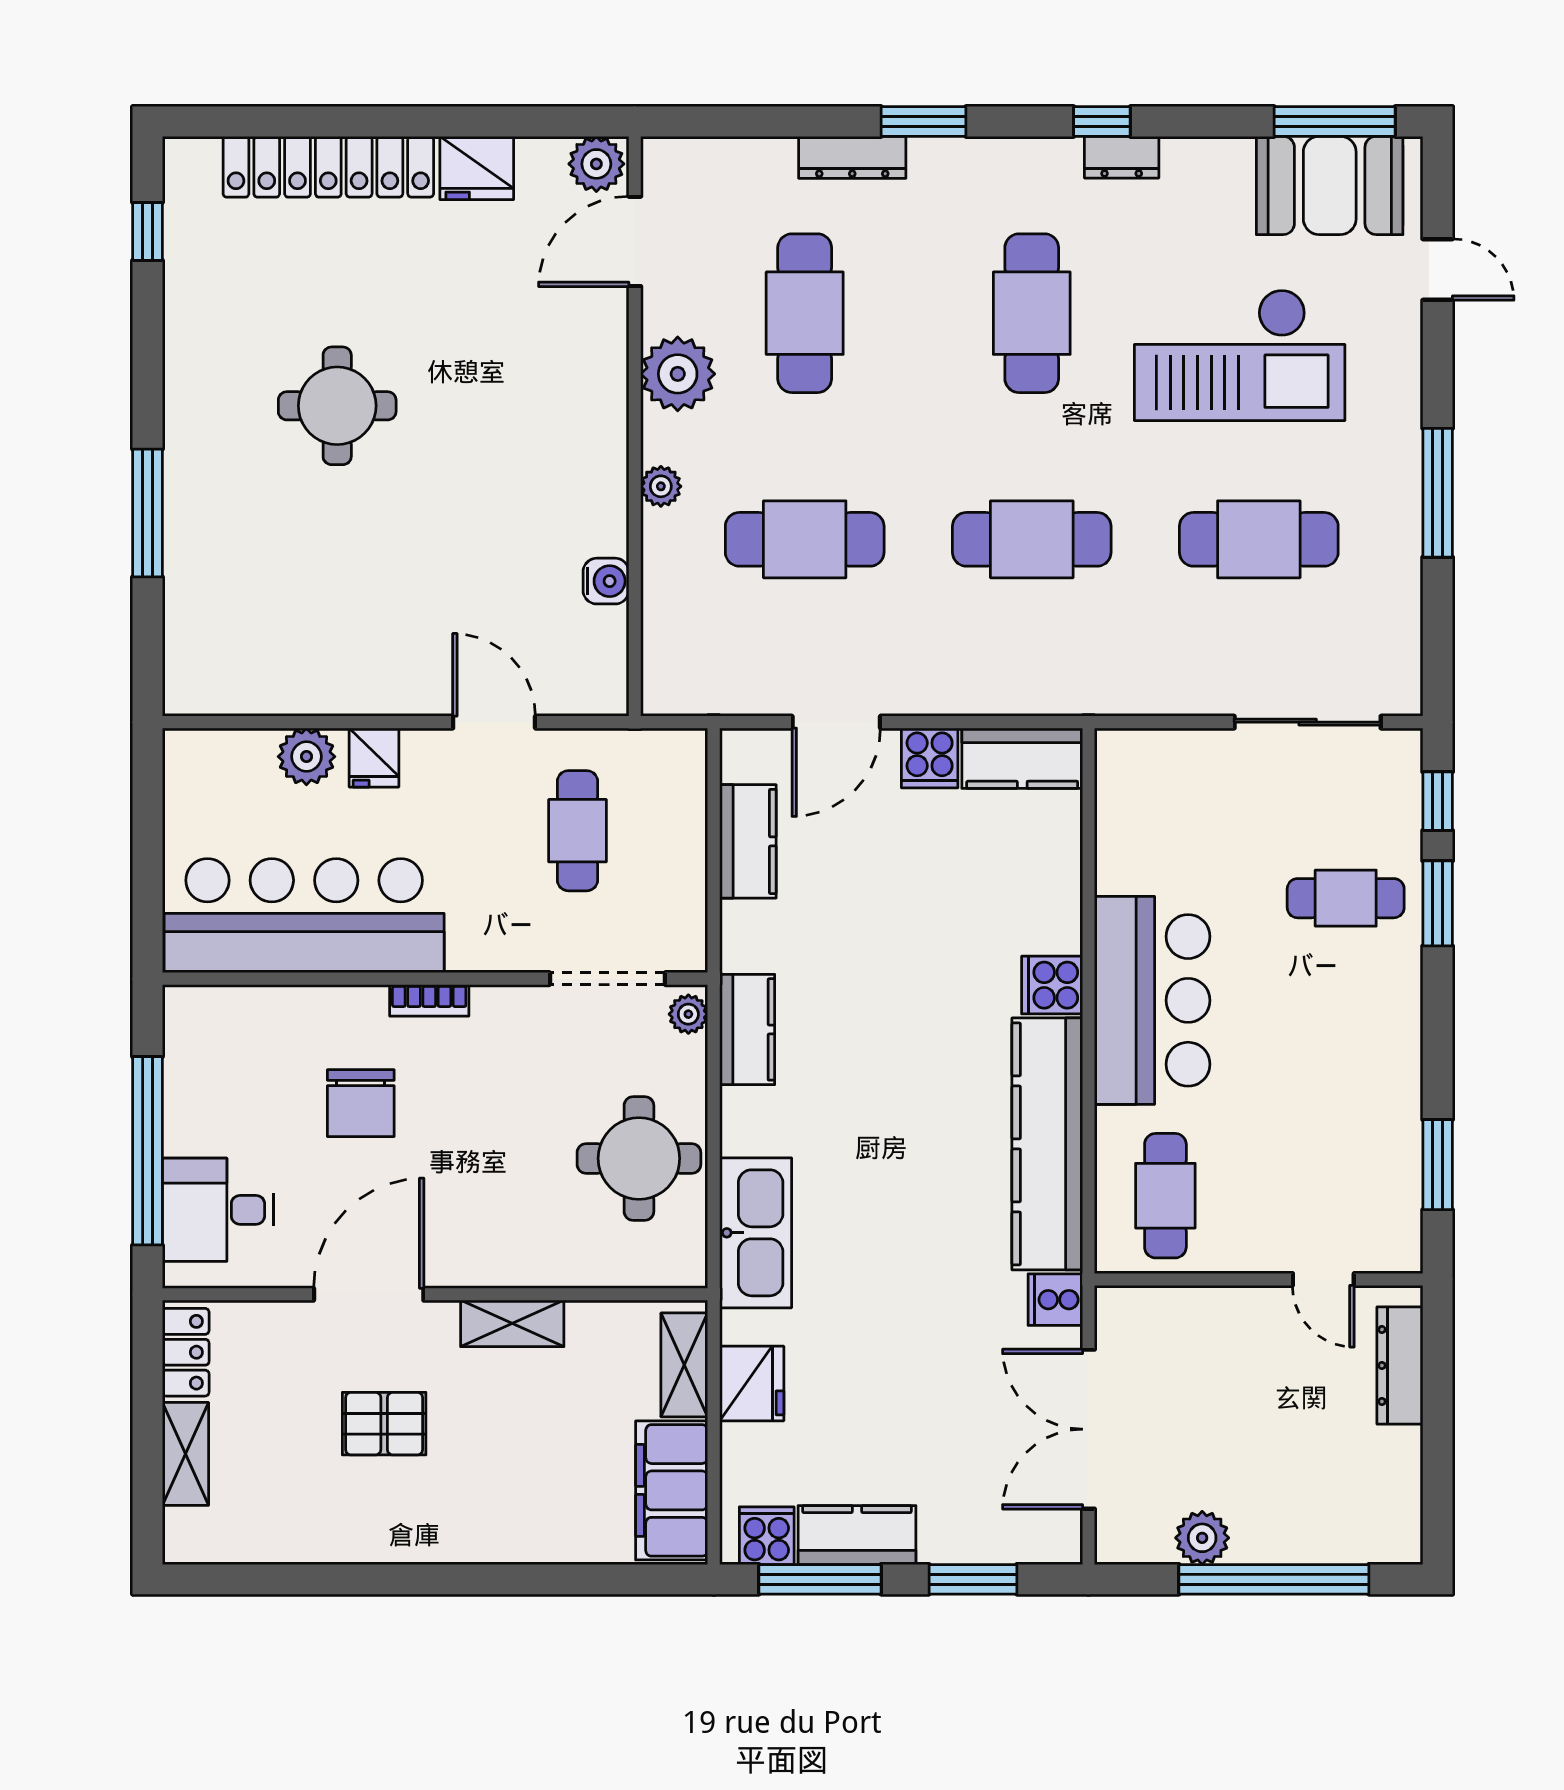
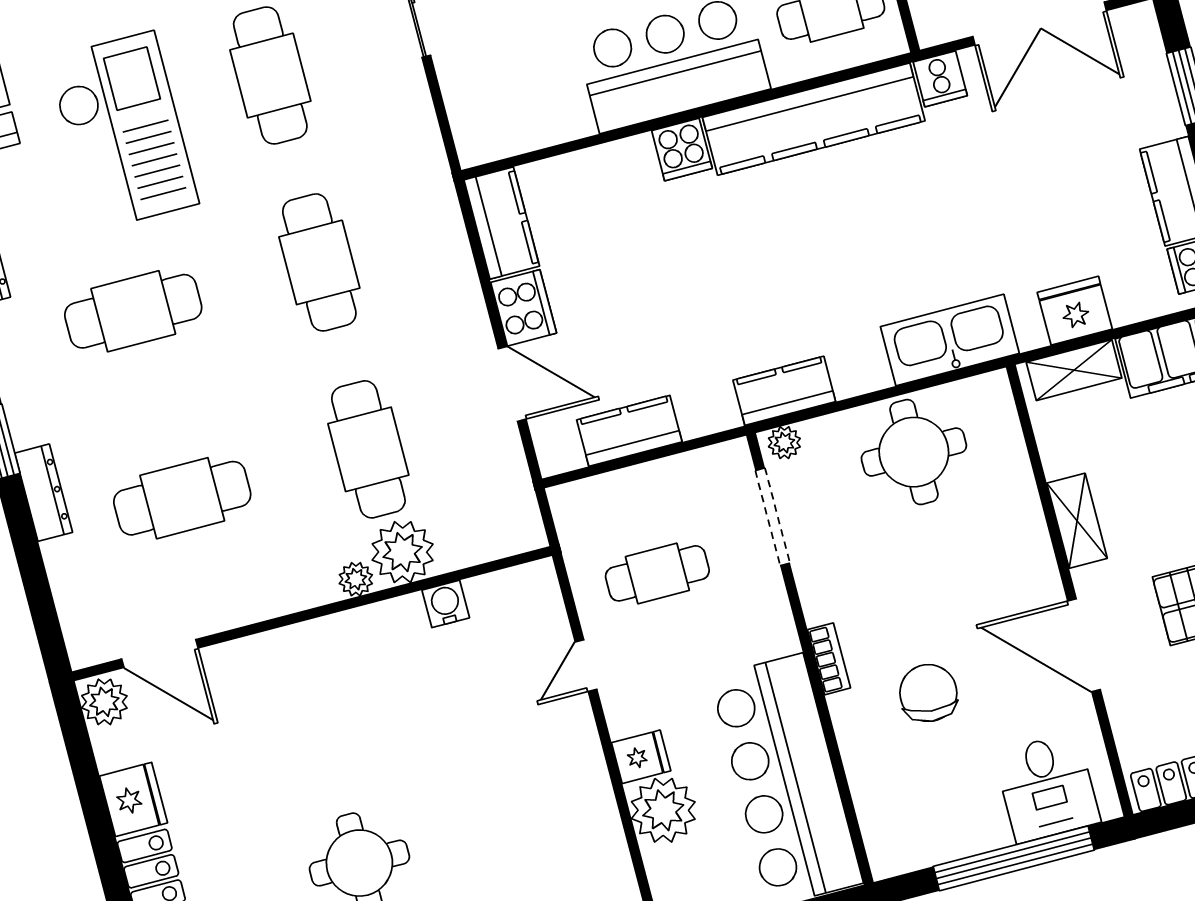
plant: (678, 374) -> (403, 552), moved
door: (494, 722) -> (586, 666), width x0.73
plant: (306, 757) -> (663, 810), width x1.36, depth x1.36
cooker: (930, 758) -> (524, 308), width x1.36
chair: (361, 1103) -> (928, 693), turned -84

